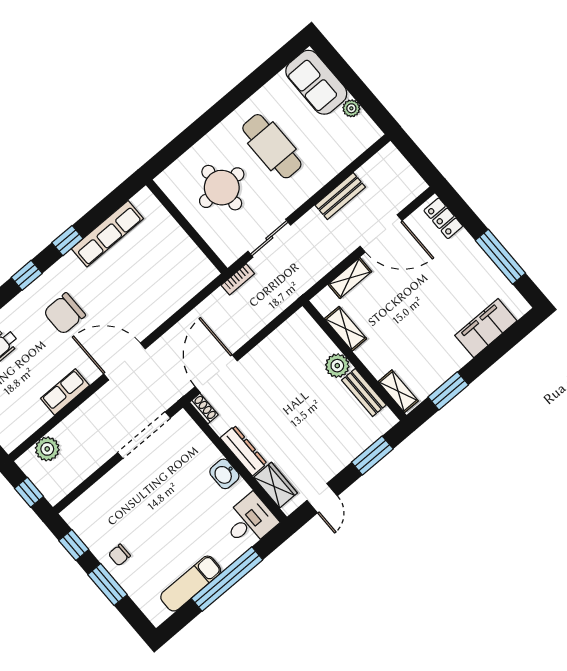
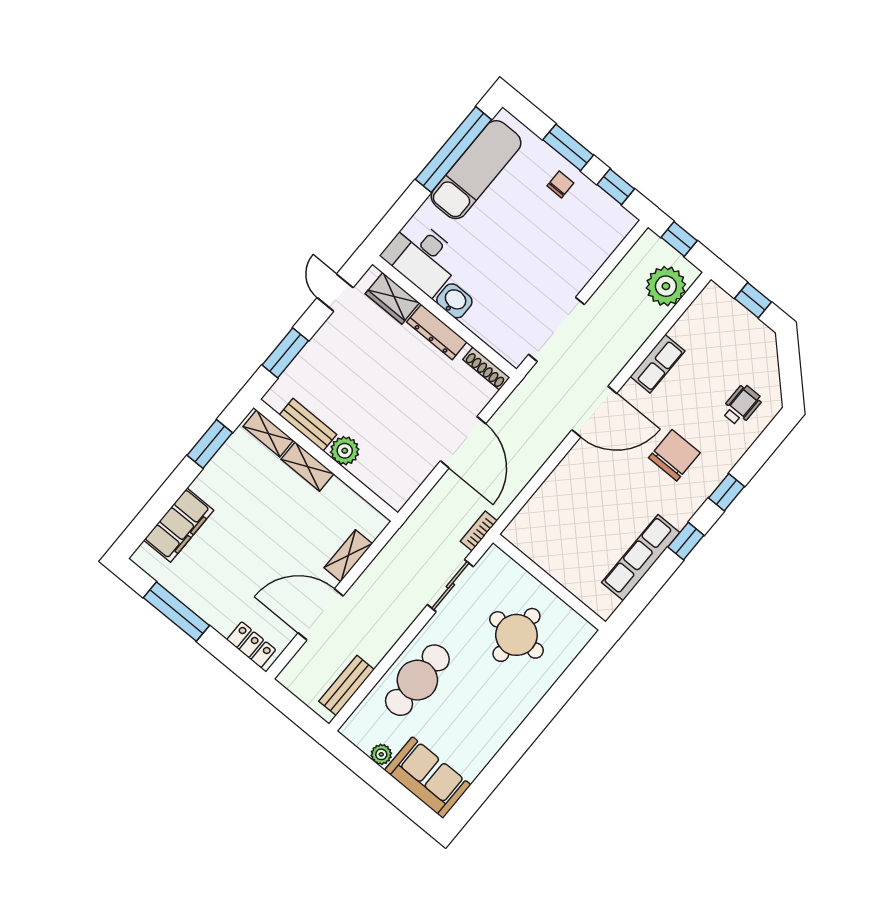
cafe table: (272, 146) -> (417, 680), moved, turned 90
bench: (340, 196) -> (347, 685), moved
shelving: (346, 329) -> (308, 466), moved
door: (216, 374) -> (463, 442), moved
shoe rack: (204, 409) -> (486, 368), width x1.43
plant: (47, 449) -> (666, 286), width x1.36, depth x1.36
desk: (250, 521) -> (422, 257), width x1.37
window: (227, 579) -> (453, 150), moved
exam couch: (191, 584) -> (476, 170), width x1.36, depth x1.45

